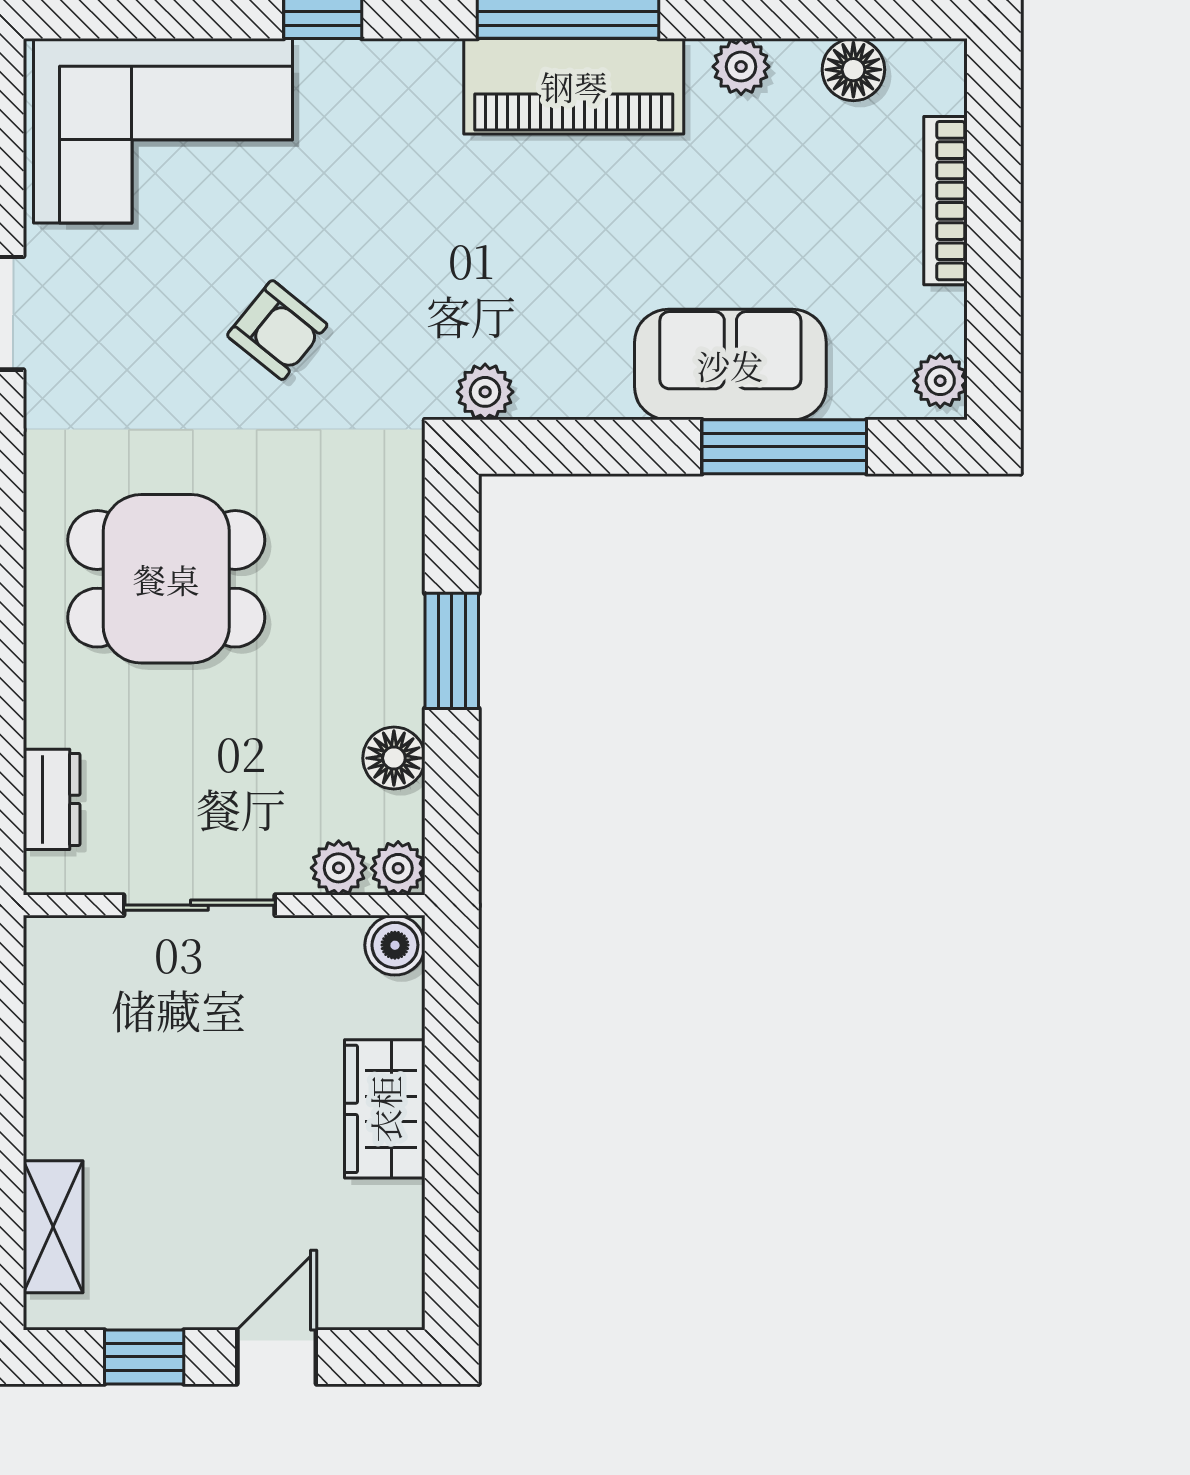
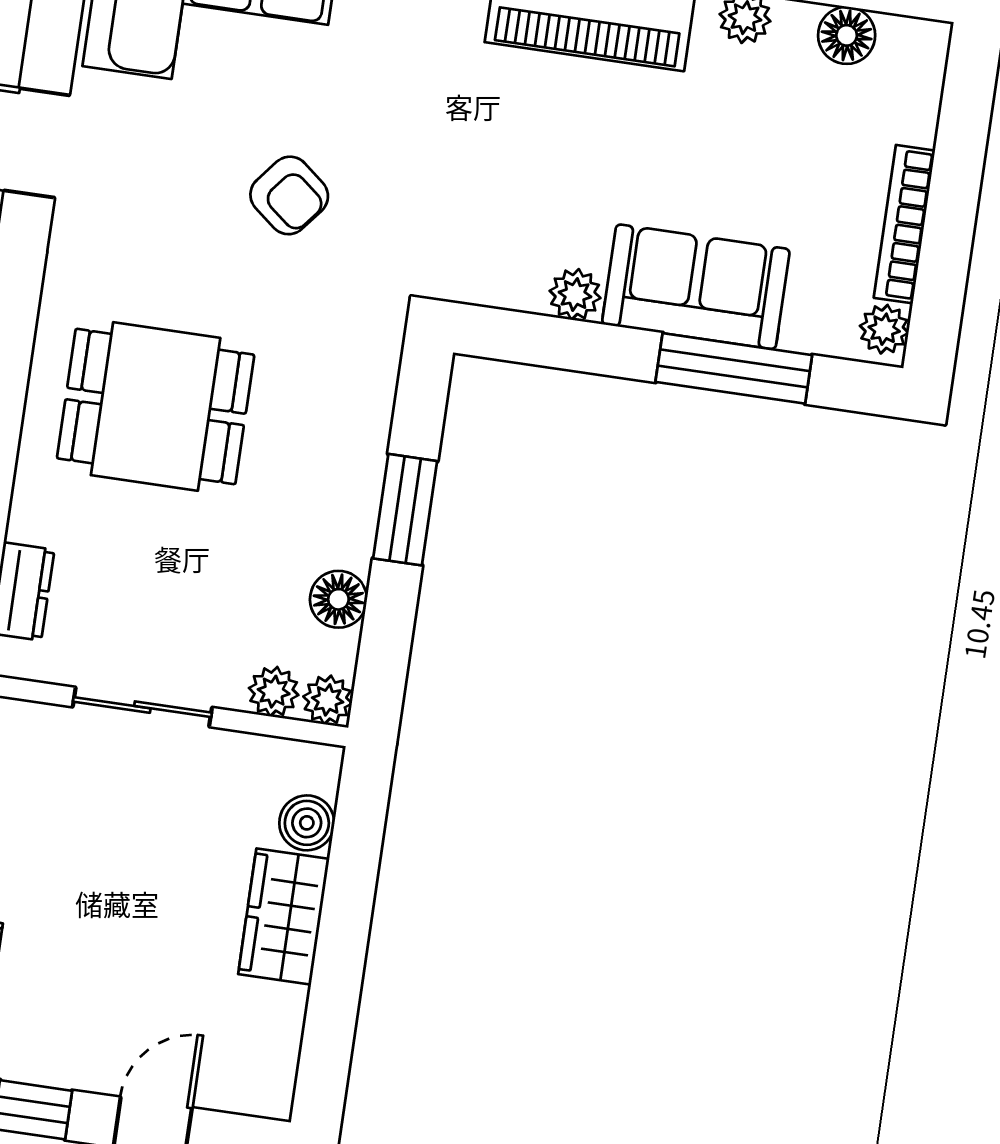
bookcase: (946, 201) -> (904, 224), moved
plant: (485, 392) -> (575, 294), moved
boiler: (395, 945) -> (307, 823), moved

